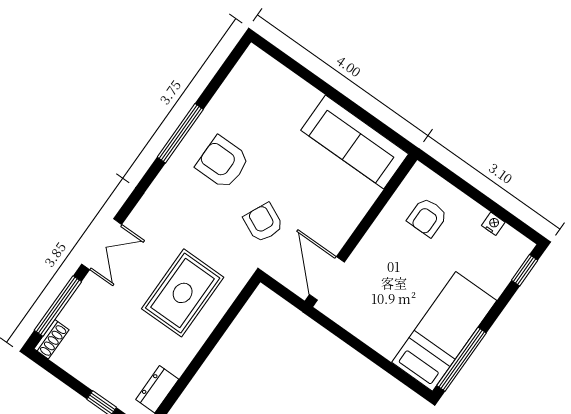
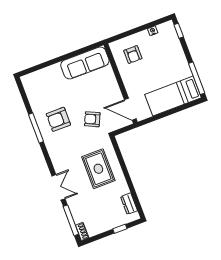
bed: (444, 331) -> (173, 96), moved, turned -90

